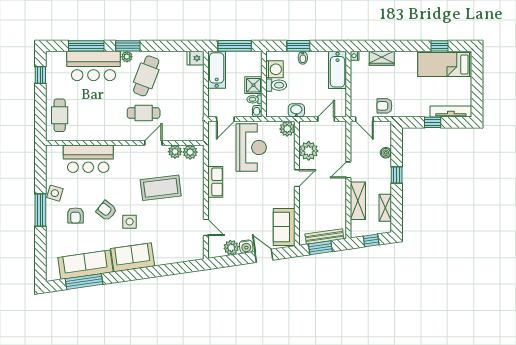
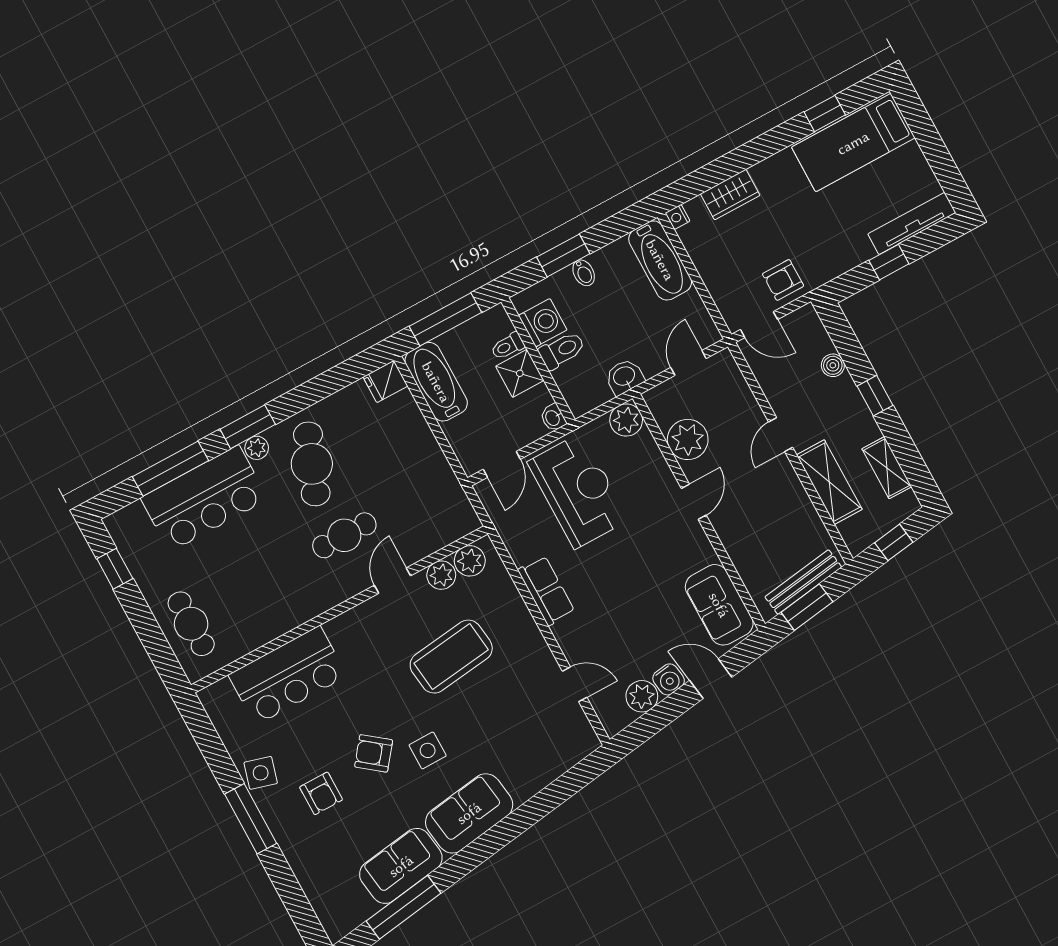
toilet: (255, 99) -> (508, 346), moved
sofa: (85, 265) -> (401, 866), width x0.73

